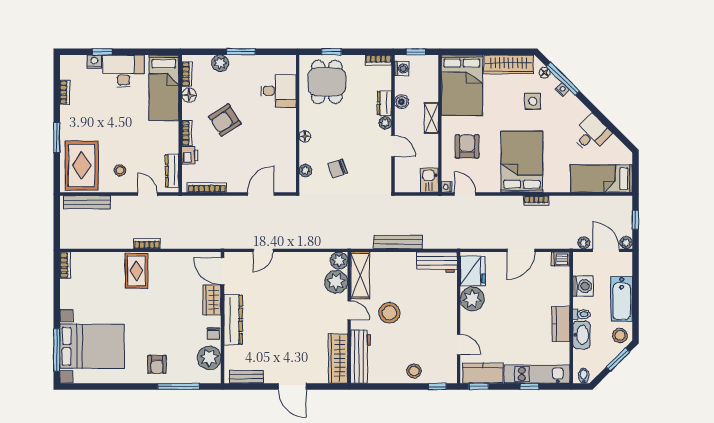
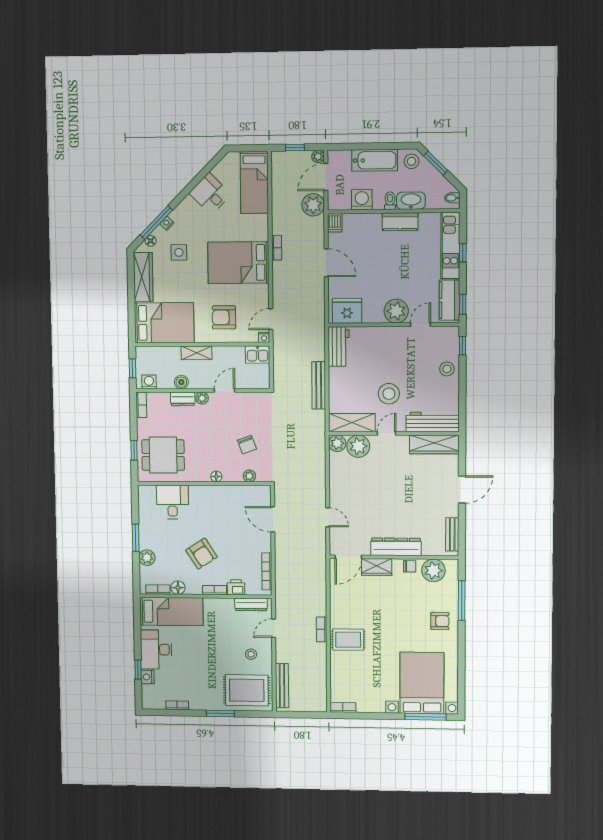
plant: (584, 243) -> (313, 205), width x1.88, depth x1.88
plant: (472, 299) -> (396, 311), moved

